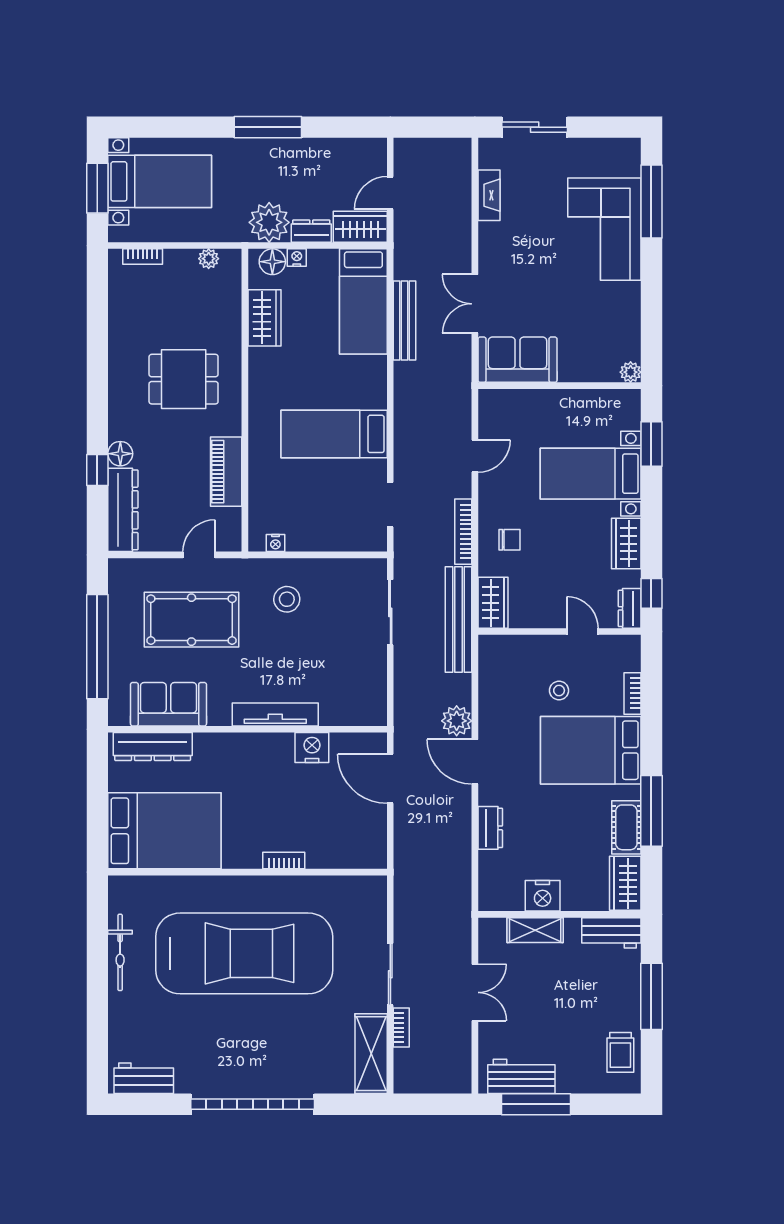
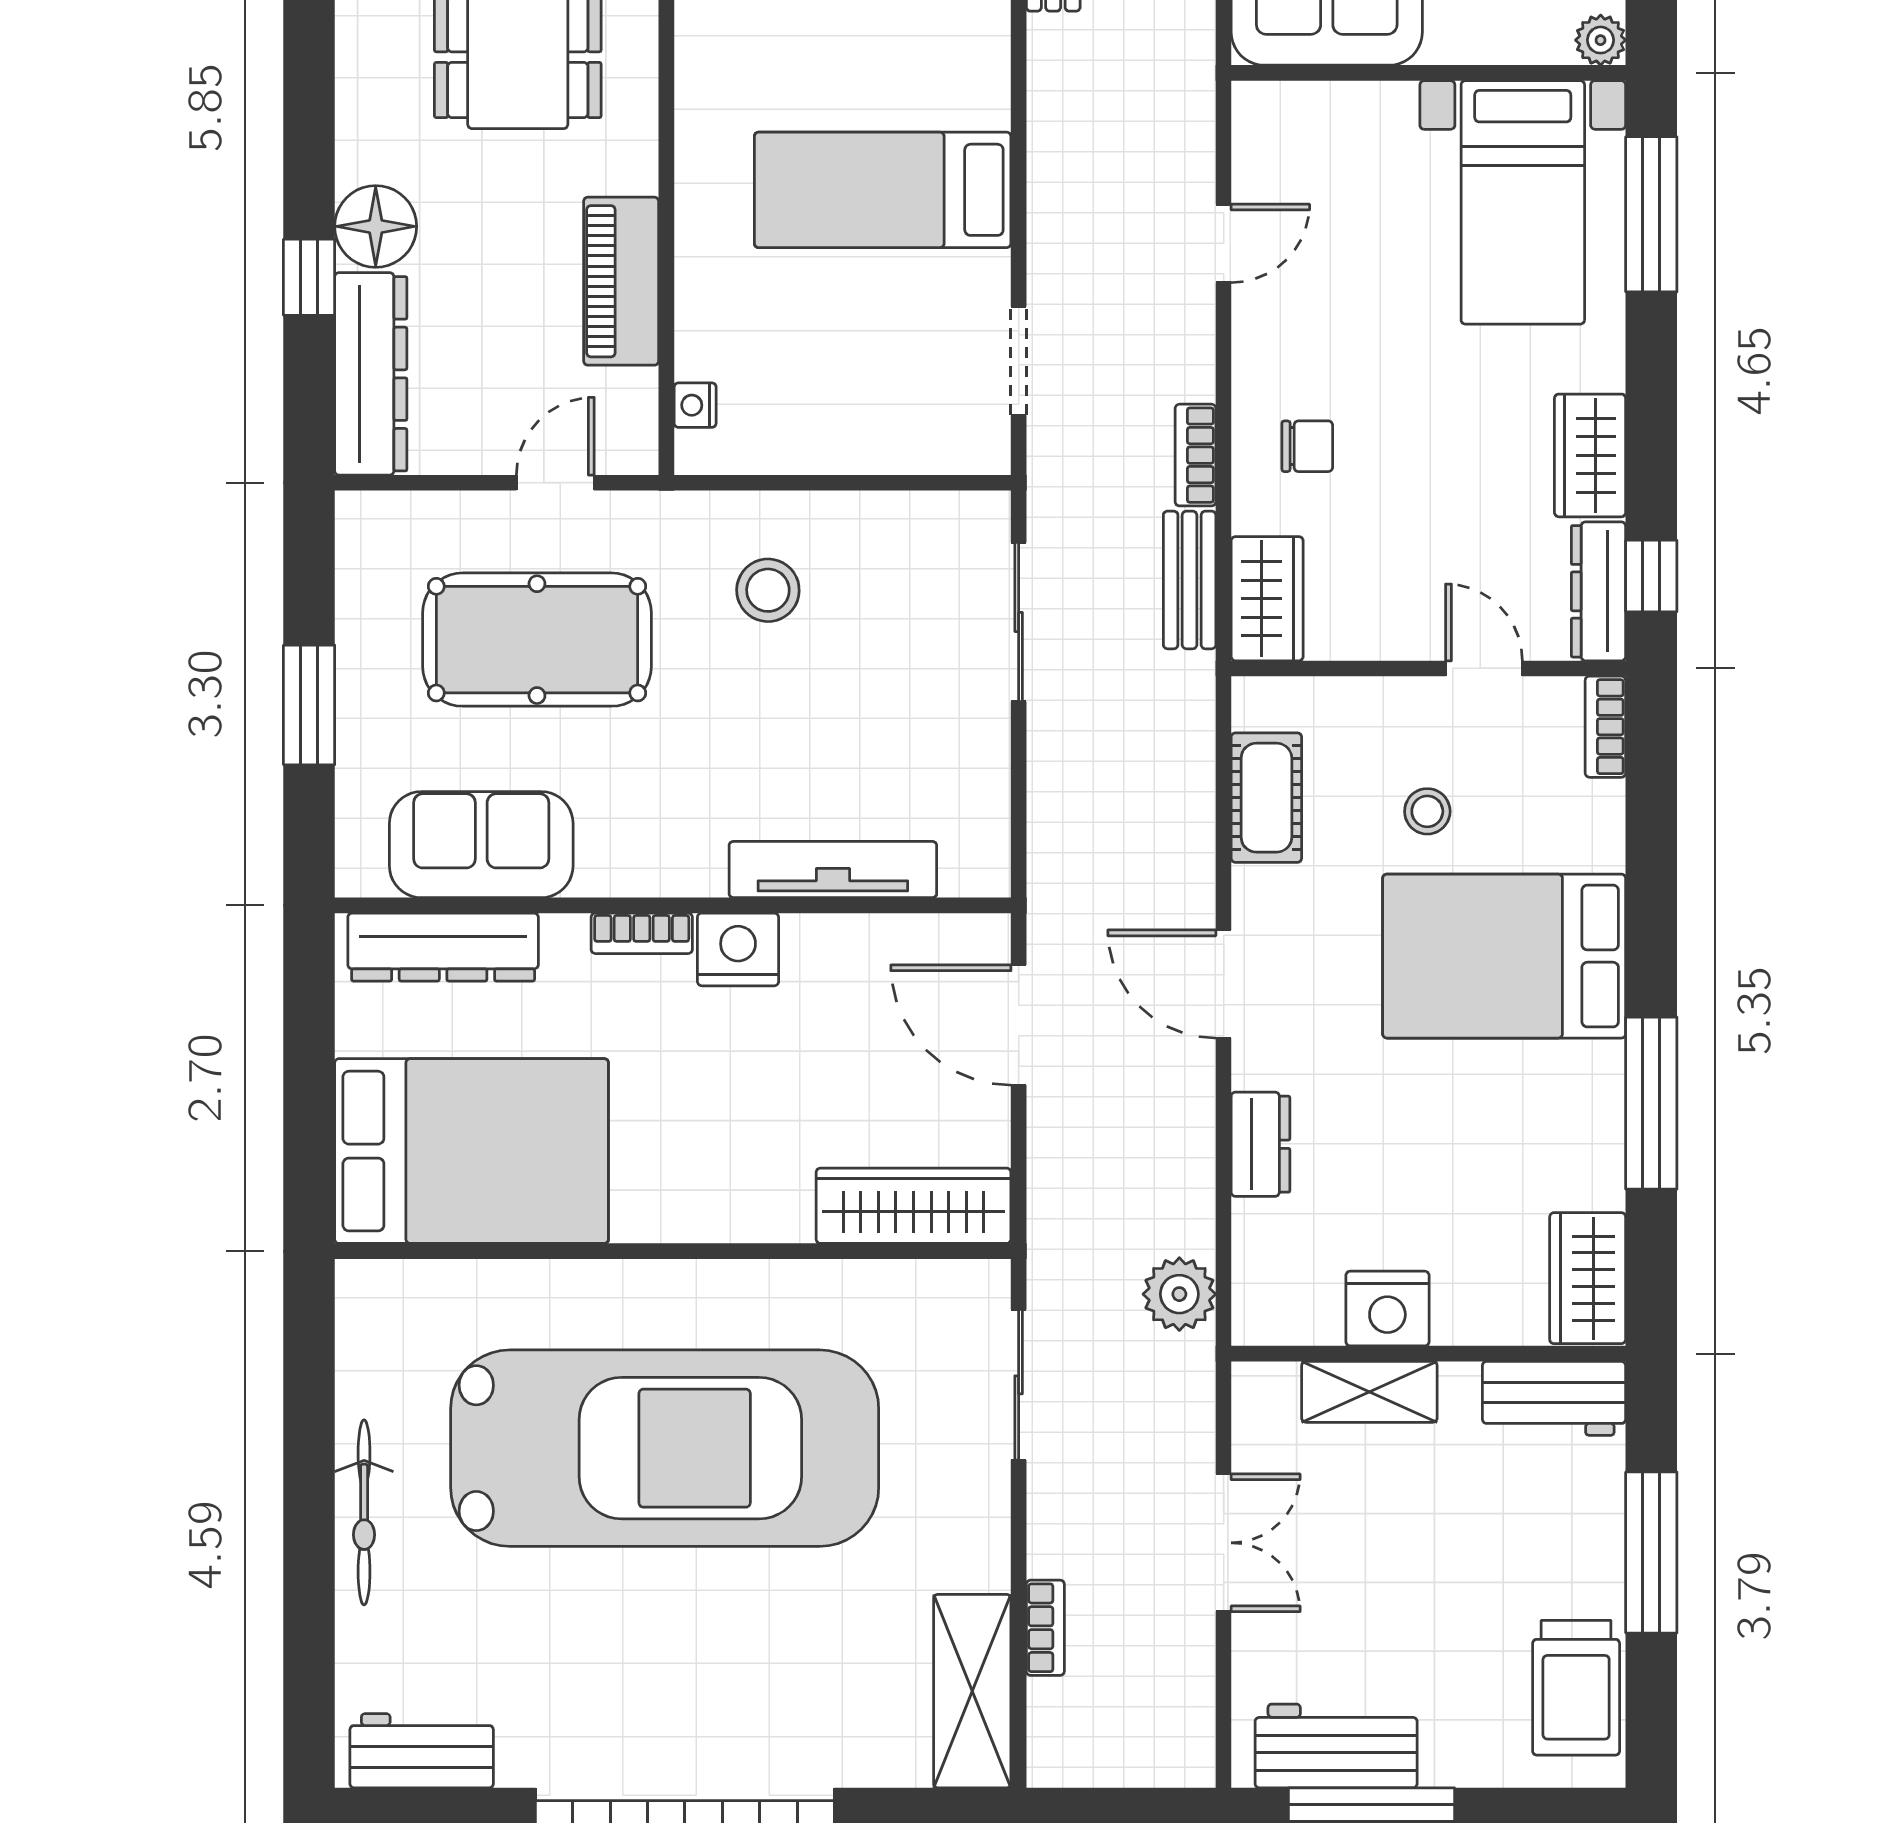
window: (651, 444) -> (1651, 214), width x1.44
floor lamp: (120, 454) -> (376, 226), width x1.38, depth x1.38
bed with nightstands: (591, 474) -> (1523, 202), moved, turned -90
bookcase: (463, 532) -> (1195, 455), width x0.64
nightstand: (275, 543) -> (695, 405), moved, turned 90
dresser: (630, 608) -> (1598, 591), width x1.44
bench: (459, 620) -> (1190, 580), width x0.54, depth x0.82
window: (97, 647) -> (309, 705), width x0.47
bookcase: (633, 693) -> (1605, 727), moved
tv unit: (275, 715) -> (833, 870), moved
plant: (457, 721) -> (1179, 1294), moved
nightstand: (312, 748) -> (738, 949), moved
cot: (626, 827) -> (1266, 798), moved
wardrobe: (347, 853) -> (914, 1206), added
bookcase: (284, 861) -> (642, 933), moved, turned 180
bicycle: (120, 952) -> (364, 1512), moved
sliding door: (390, 974) -> (1019, 1385), moved
trolley: (620, 1052) -> (1576, 1688), width x1.36, depth x1.39

